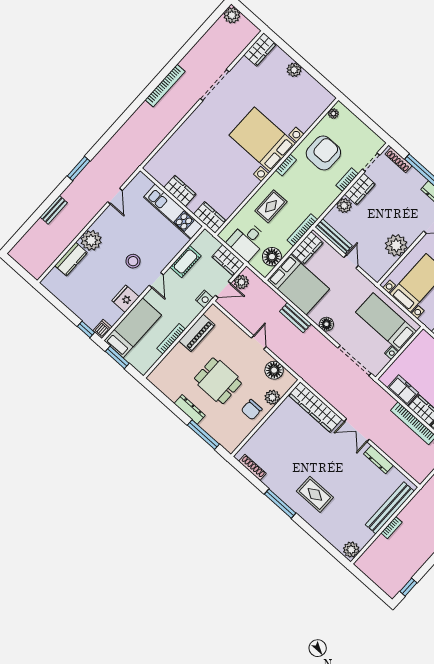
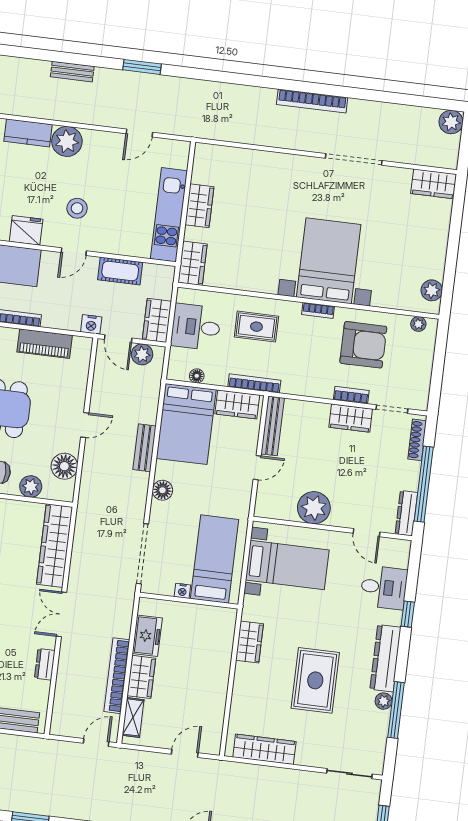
plant: (294, 70) -> (432, 290), moved
plant: (344, 206) -> (318, 413), removed
floor lamp: (272, 257) -> (197, 376), width x0.53, depth x0.53
dresser: (379, 460) -> (45, 664), width x0.70

